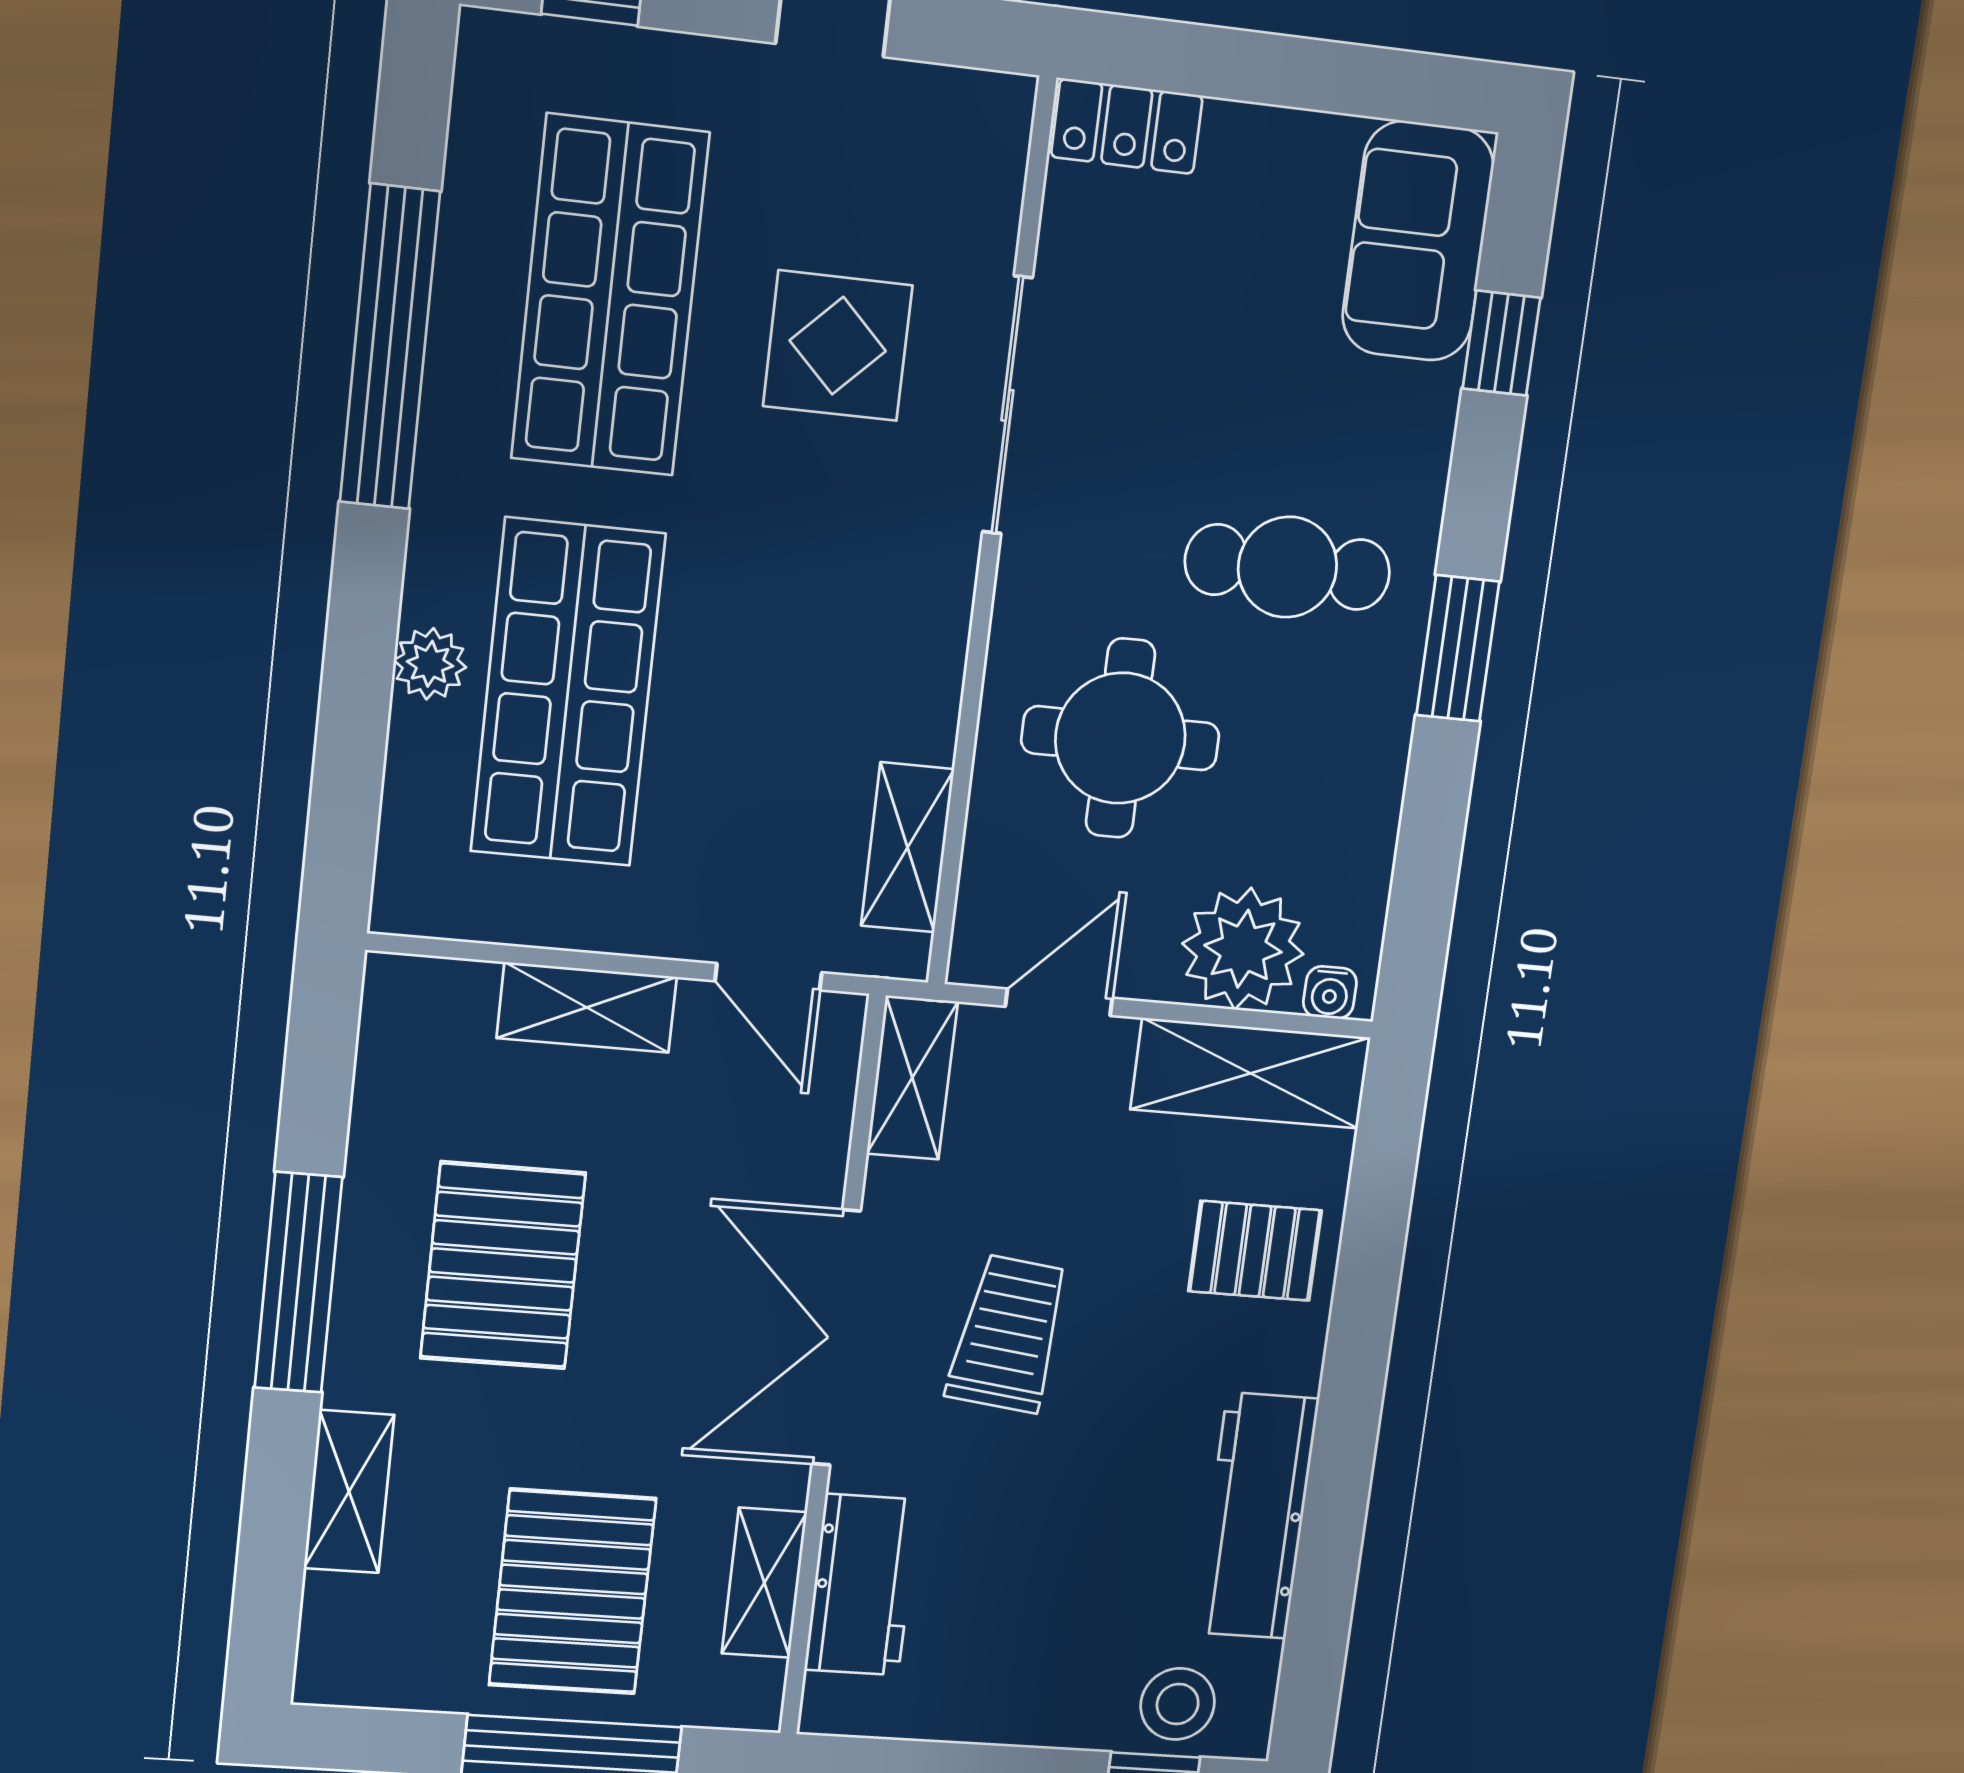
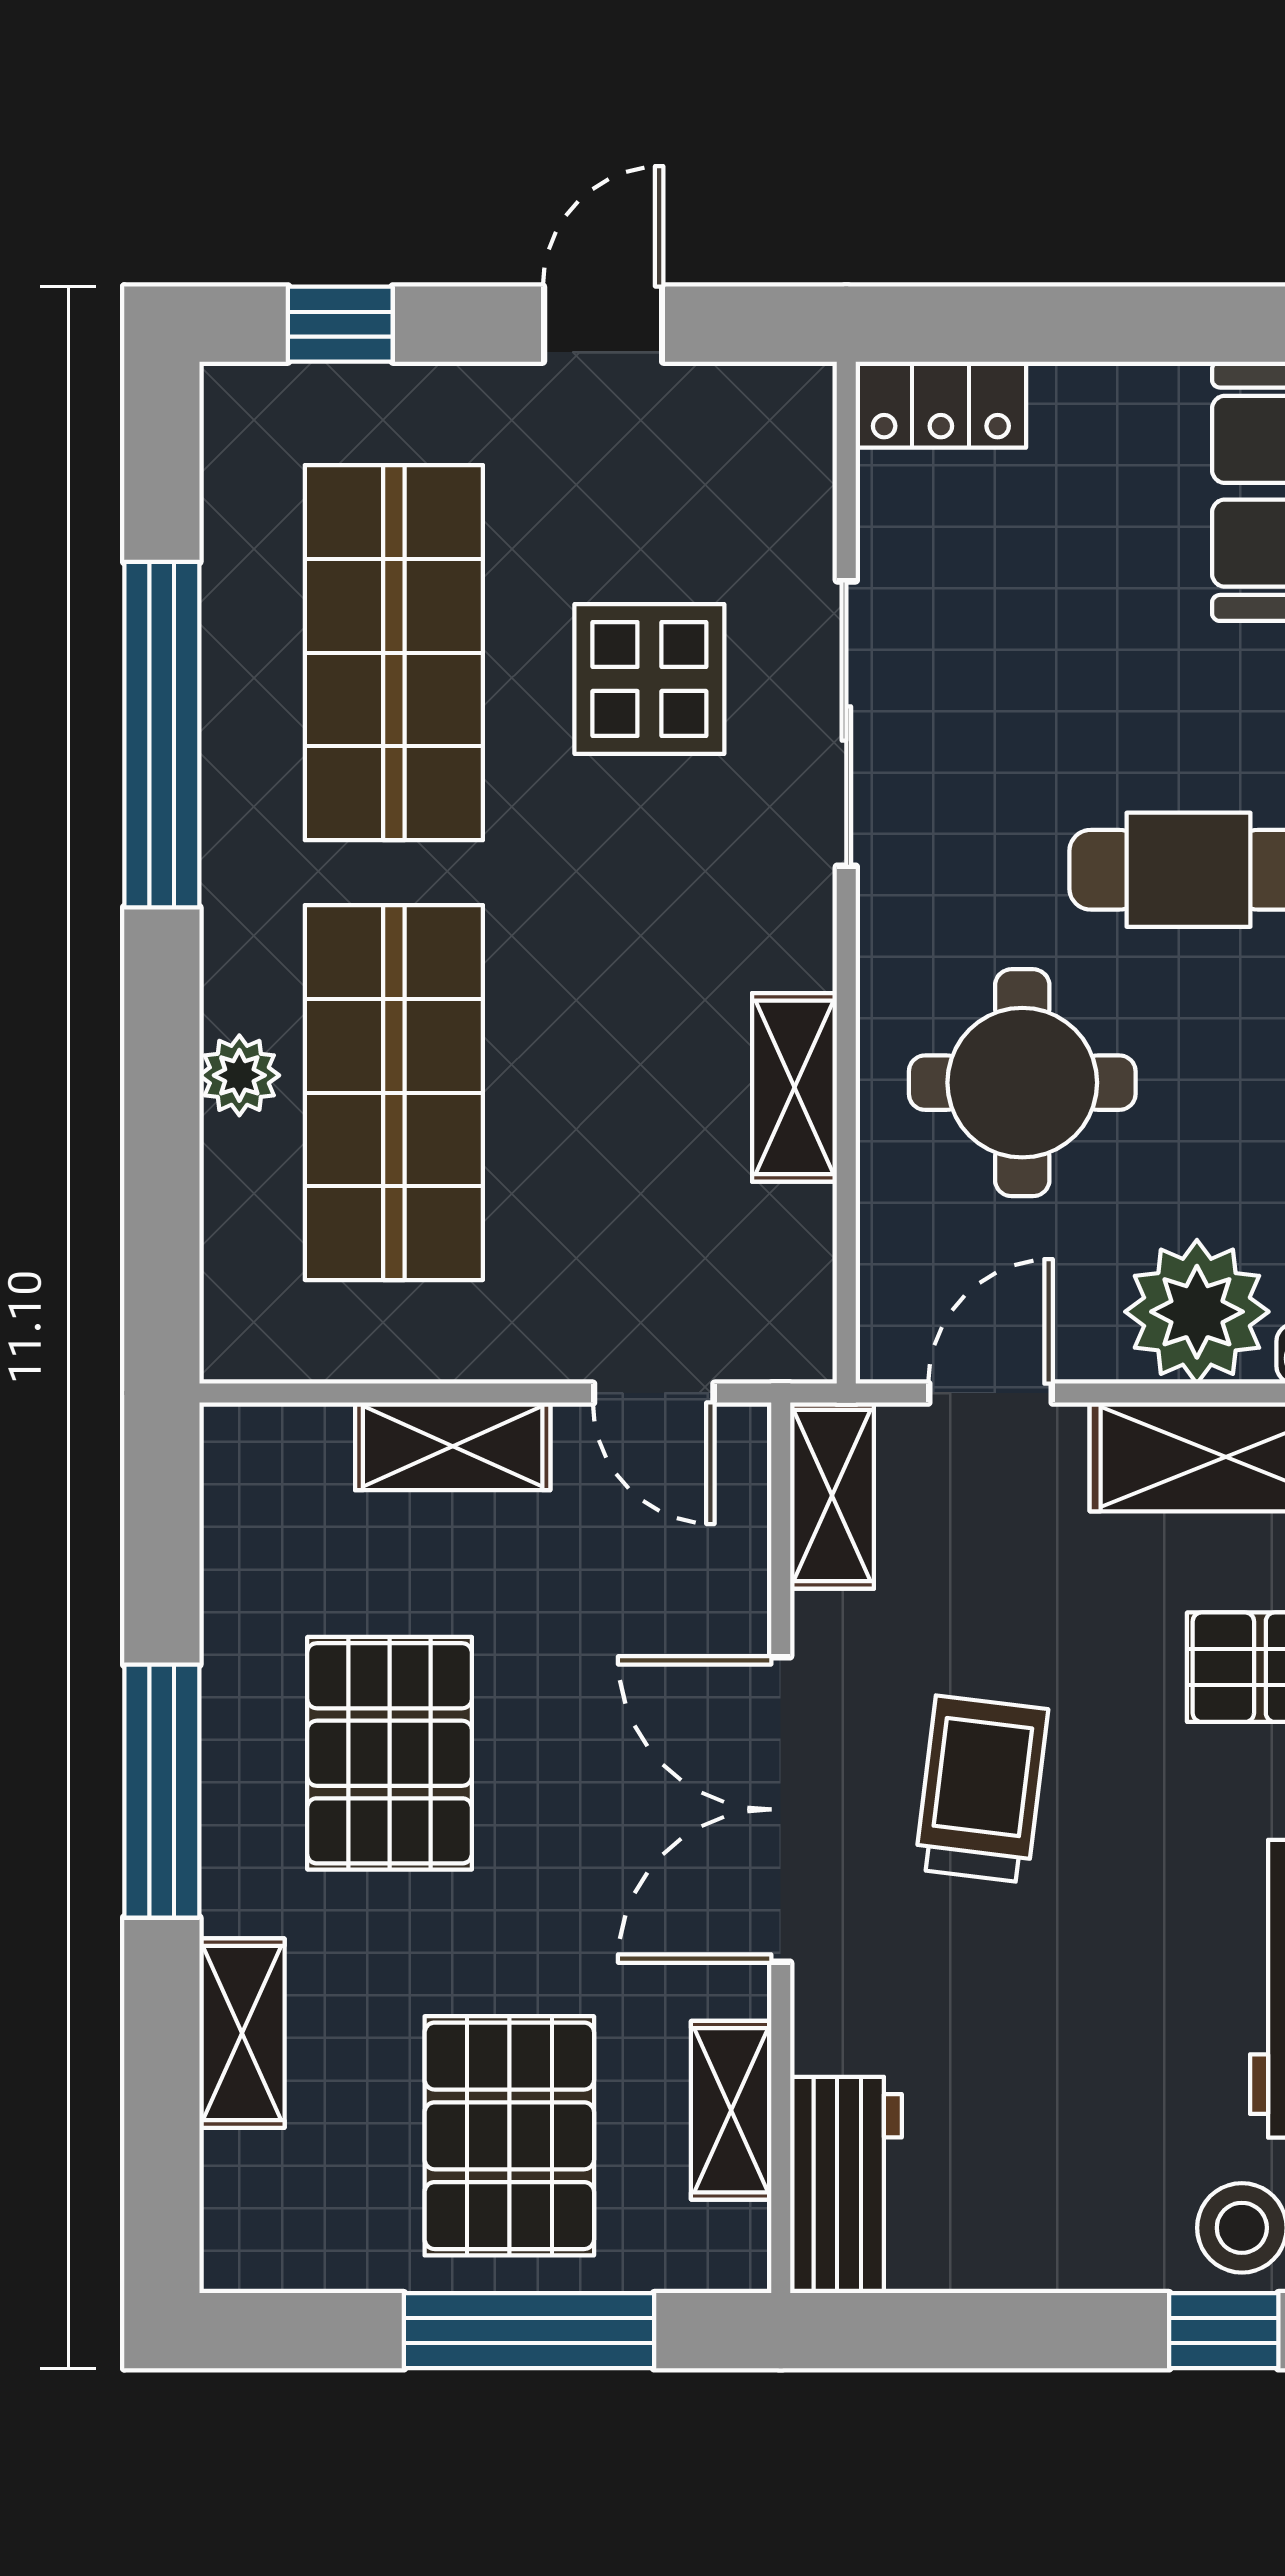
shelving: (908, 848) -> (795, 1087), moved
workbench: (862, 1585) -> (846, 2185), moved

